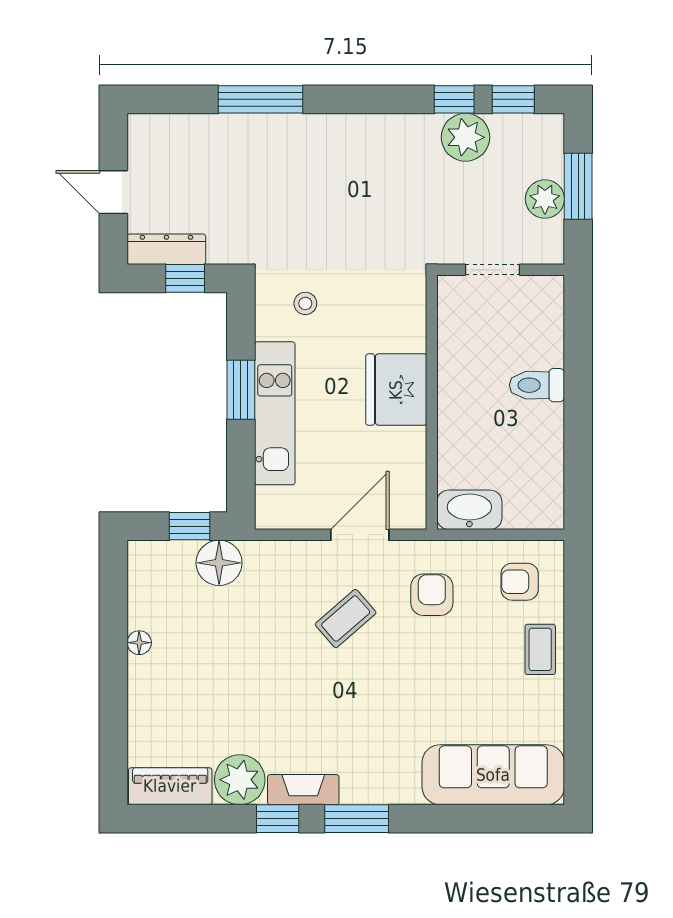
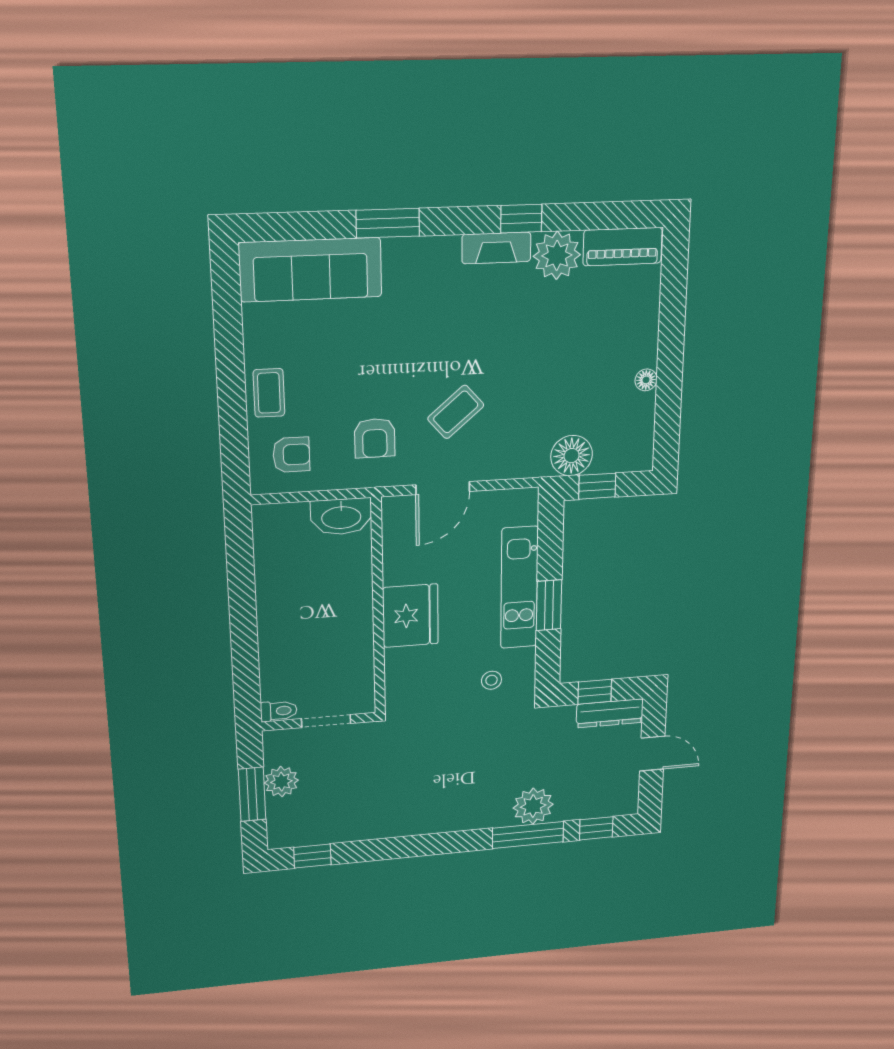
window: (454, 99) -> (596, 828), moved
plant: (465, 137) -> (533, 806), moved
toilet: (537, 385) -> (279, 711), moved, width x0.73, depth x0.72
window: (357, 819) -> (388, 223), moved

